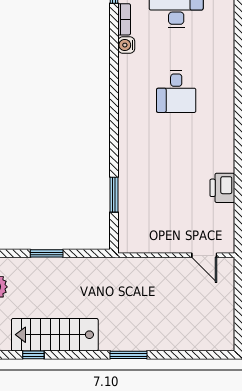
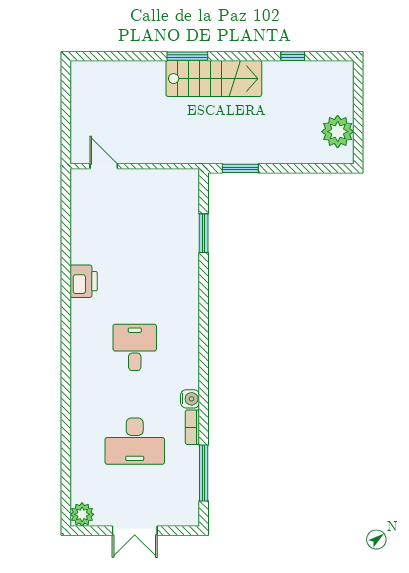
printer: (222, 188) -> (84, 281), moved
window: (47, 253) -> (240, 168), moved
stairs: (55, 335) -> (214, 79), moved

